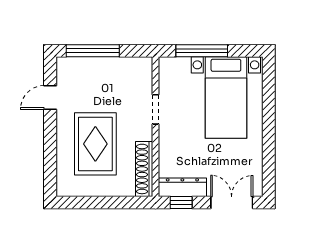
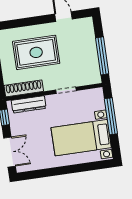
window: (93, 51) -> (102, 56), moved
dresser: (182, 187) -> (29, 104), moved, turned 90

